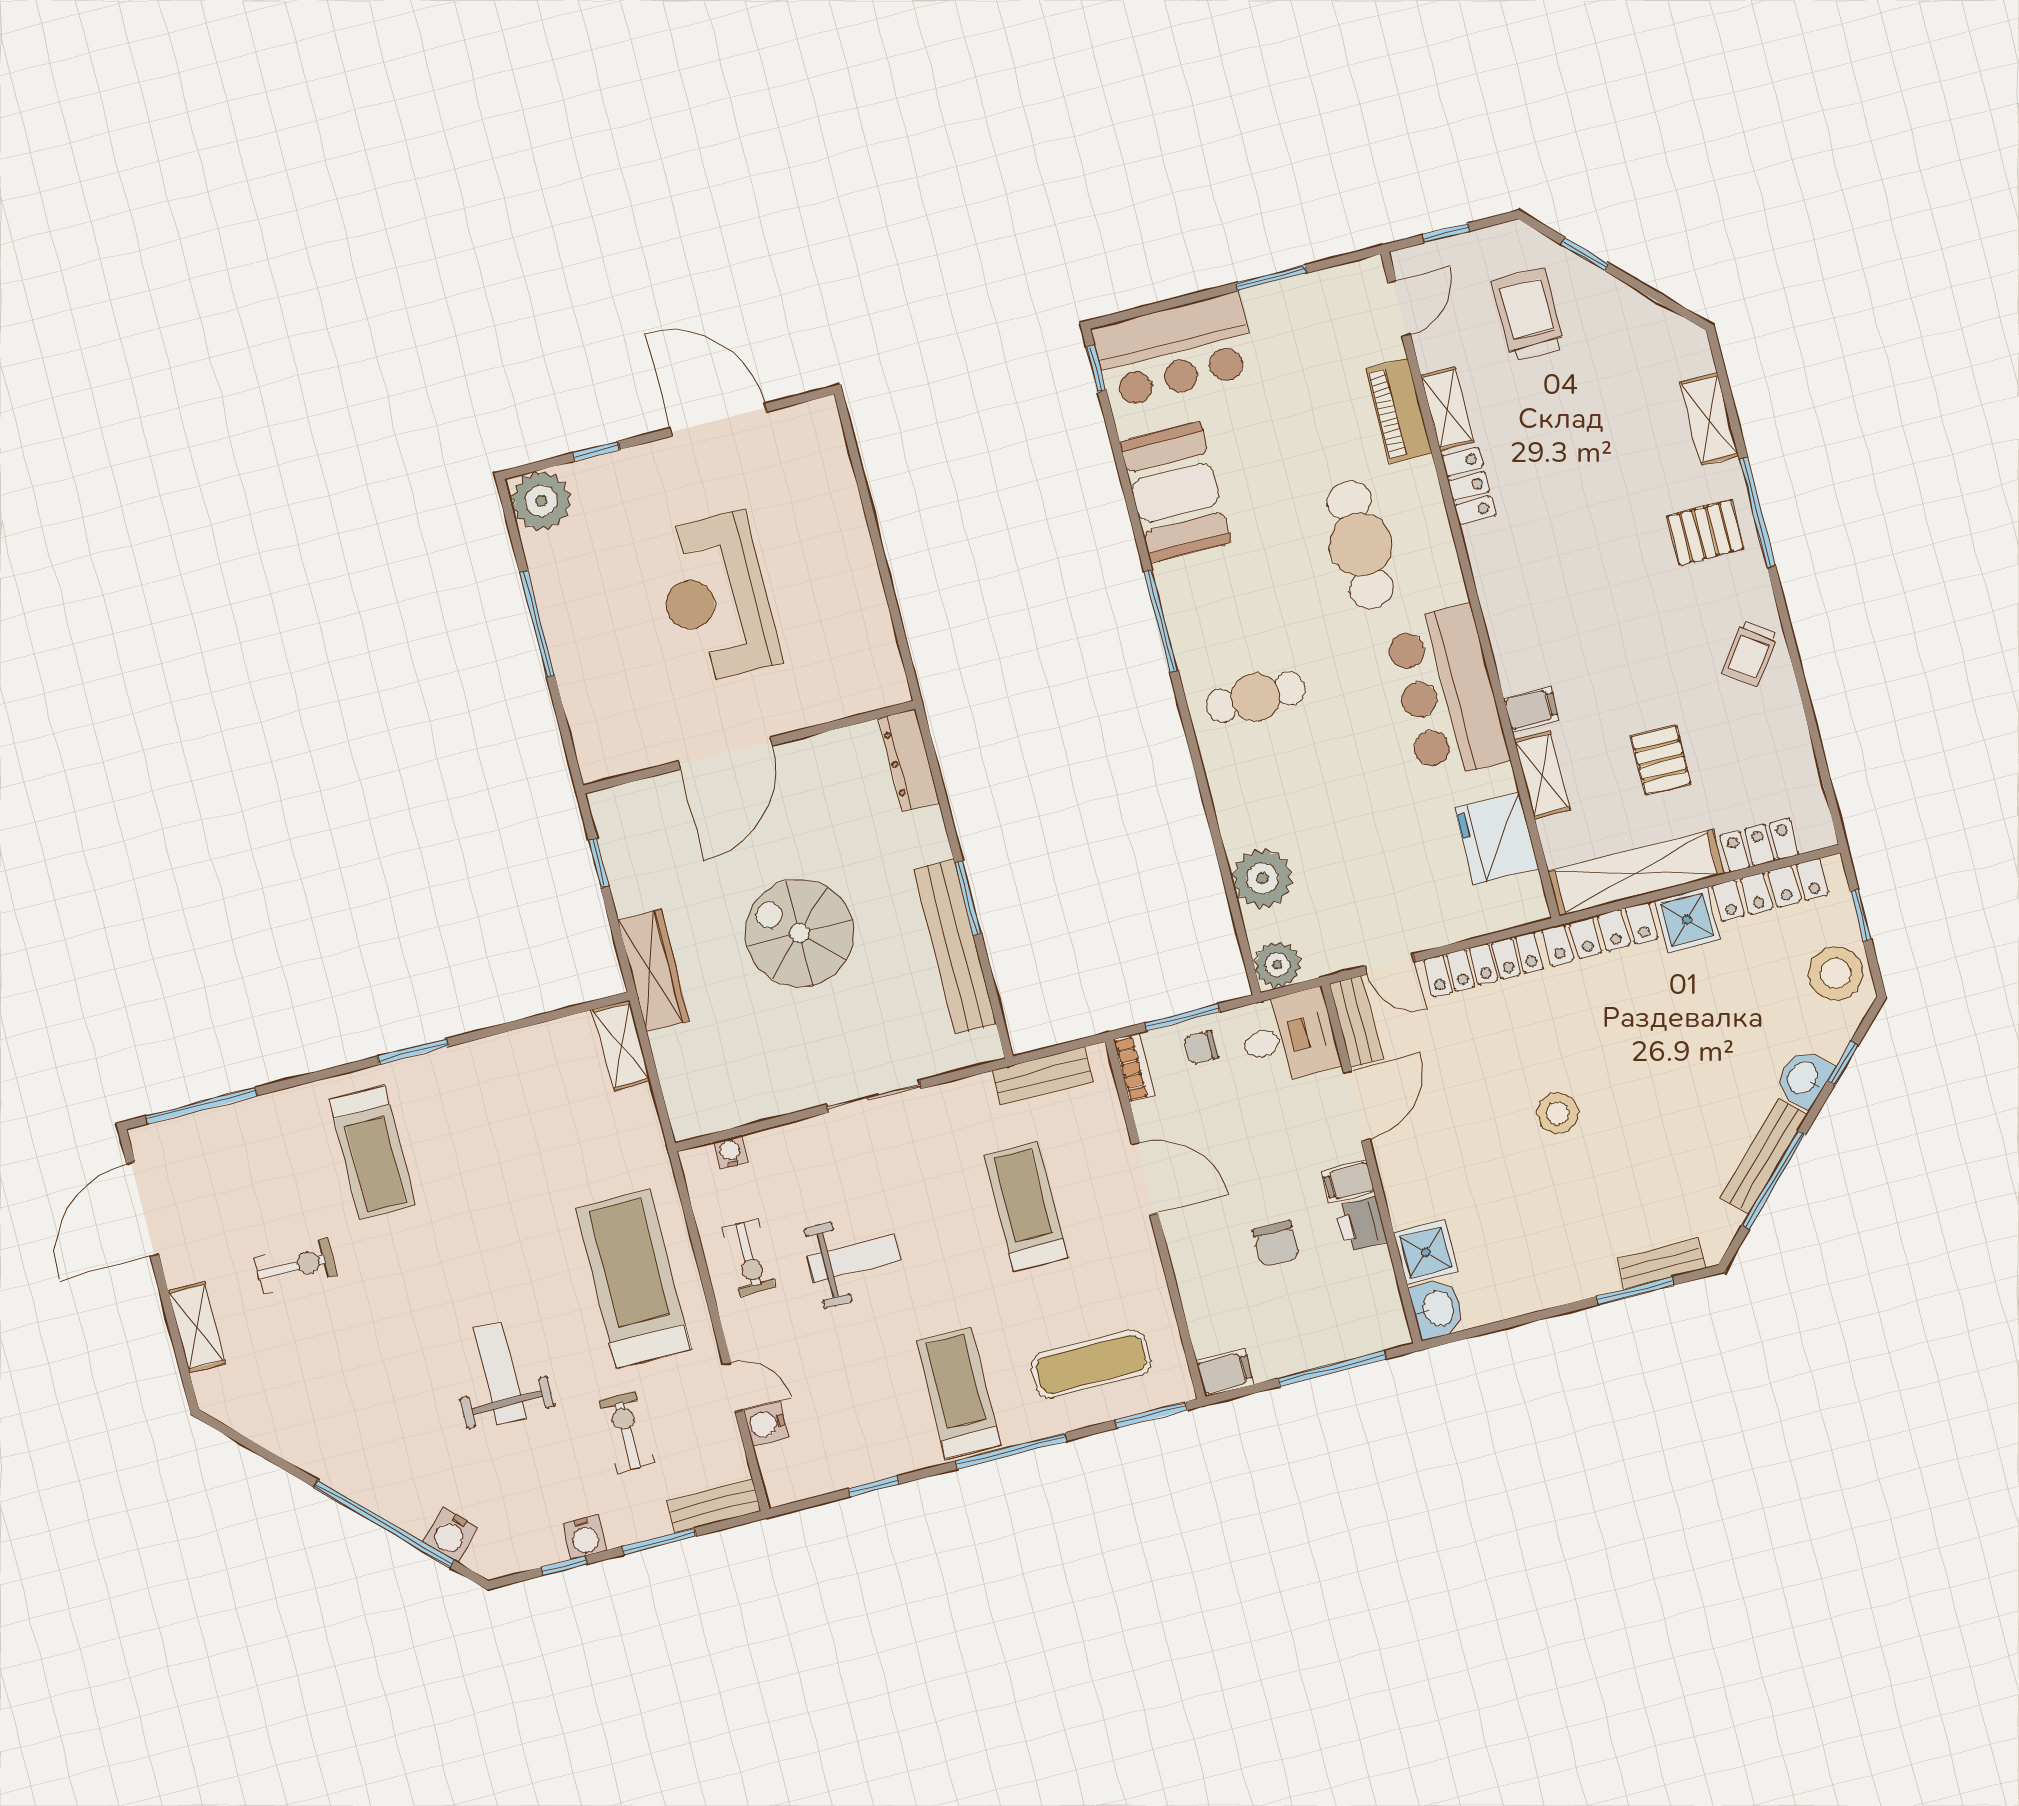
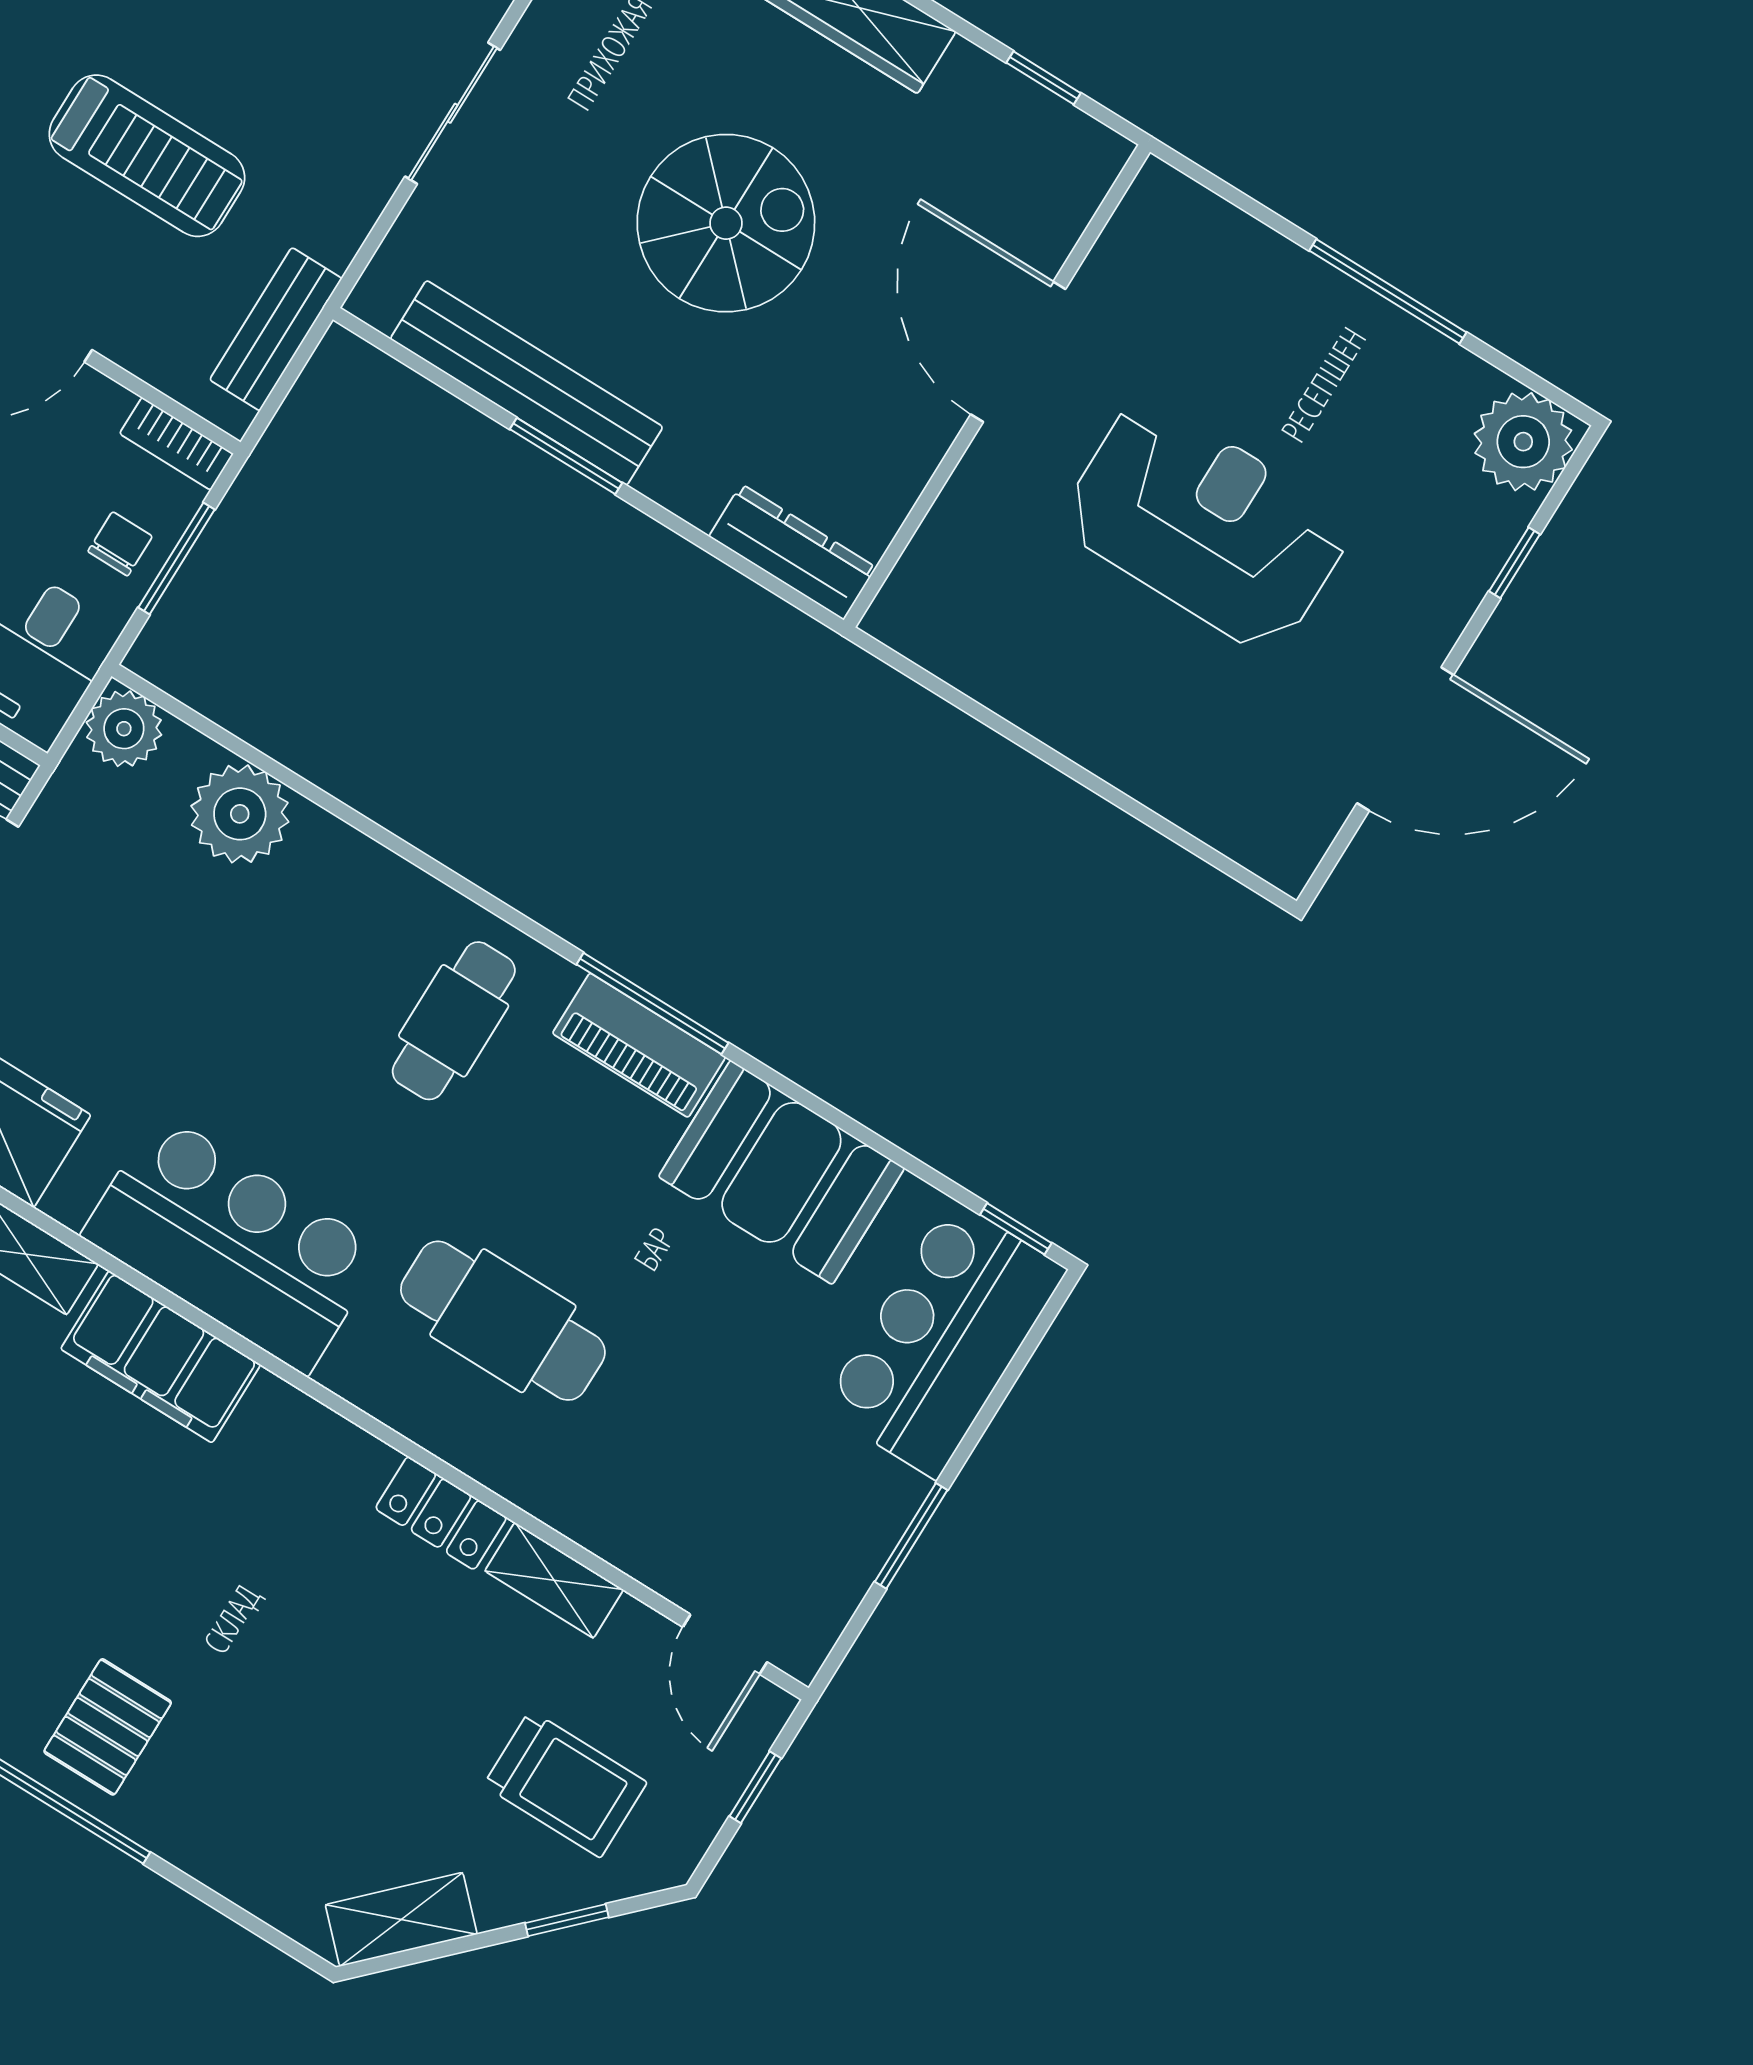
piano: (1399, 411) -> (639, 1045), moved, turned 180
shelving: (1709, 419) -> (401, 1919), moved, turned -45
filing cabinet: (1531, 709) -> (161, 1357), width x3.00, depth x1.17

